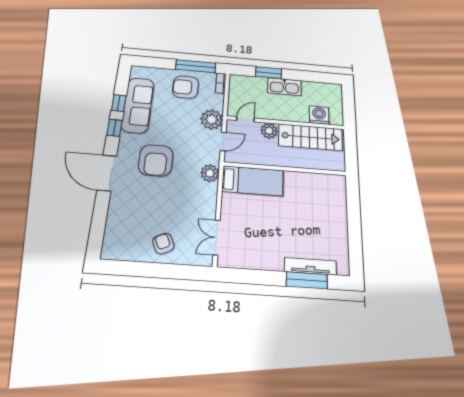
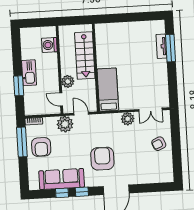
stairs: (310, 137) -> (85, 55), moved, turned 180
armchair: (156, 160) -> (102, 159), turned -90
plant: (210, 173) -> (128, 119), moved
tv unit: (310, 266) -> (161, 46), width x0.71

